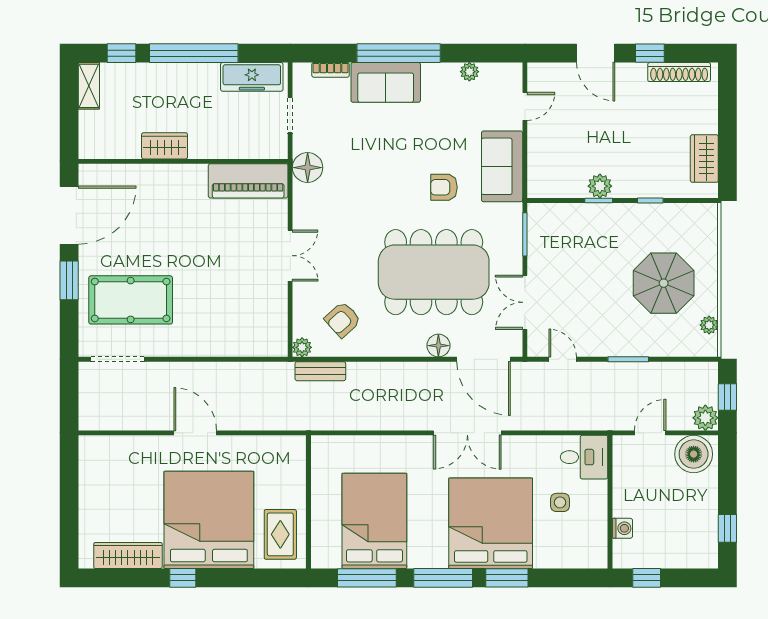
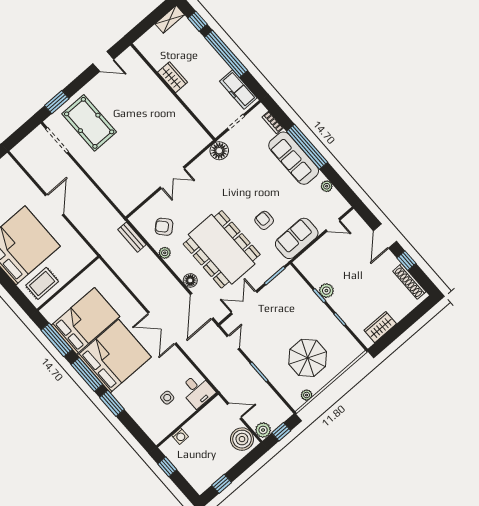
sofa: (386, 82) -> (294, 158), width x1.36
piano: (248, 181) -> (190, 129), removed
door: (69, 215) -> (103, 61), width x0.53
window: (69, 280) -> (57, 102), moved
plant: (302, 347) -> (165, 253), moved
bed: (491, 523) -> (114, 356), moved

